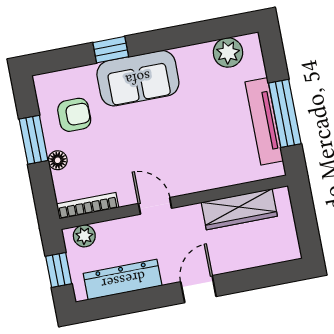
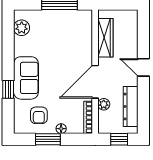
armchair: (74, 115) -> (39, 115), turned 180
tv unit: (264, 121) -> (62, 16), removed
door: (155, 206) -> (95, 82), width x1.87
plant: (84, 236) -> (104, 104), moved

